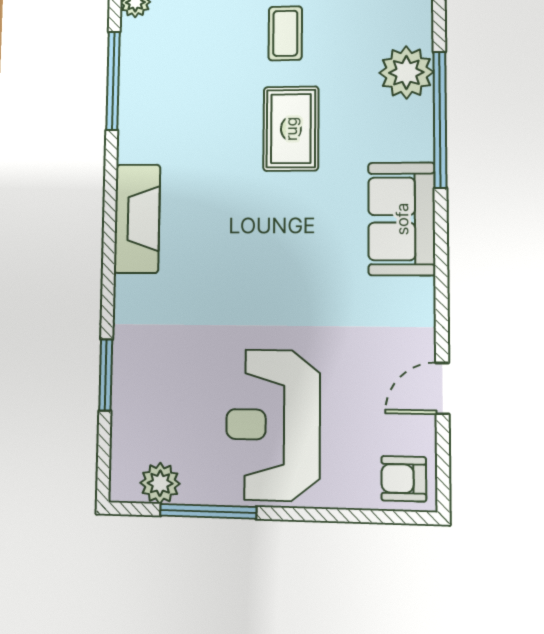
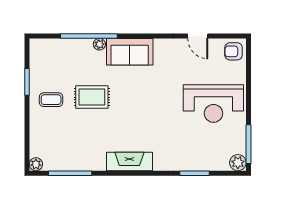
plant: (406, 72) -> (99, 44), moved, width x0.53, depth x0.53
armchair: (404, 479) -> (233, 51), turned 90
plant: (160, 483) -> (238, 163), moved
window: (208, 511) -> (248, 144), moved

